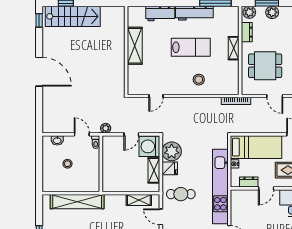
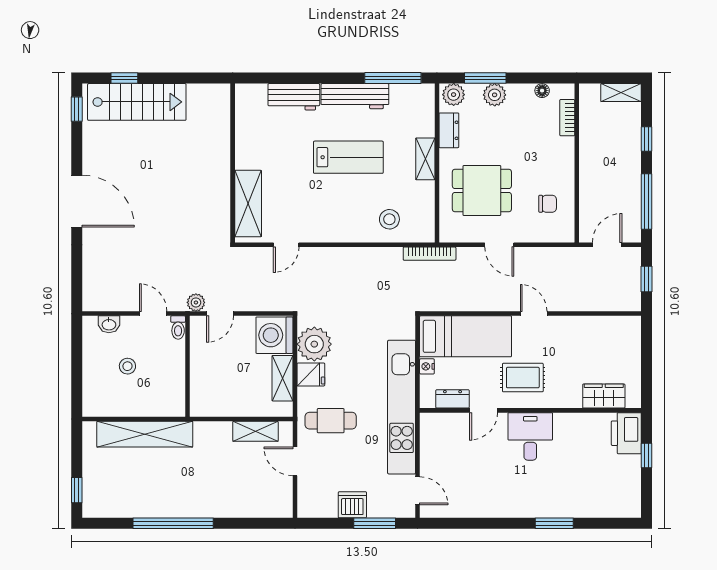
shelving: (135, 46) -> (248, 204), moved
stool: (199, 80) -> (389, 219), moved
door: (131, 134) -> (220, 314), moved

